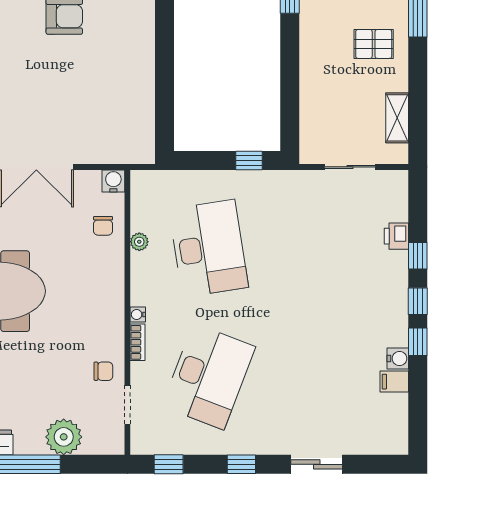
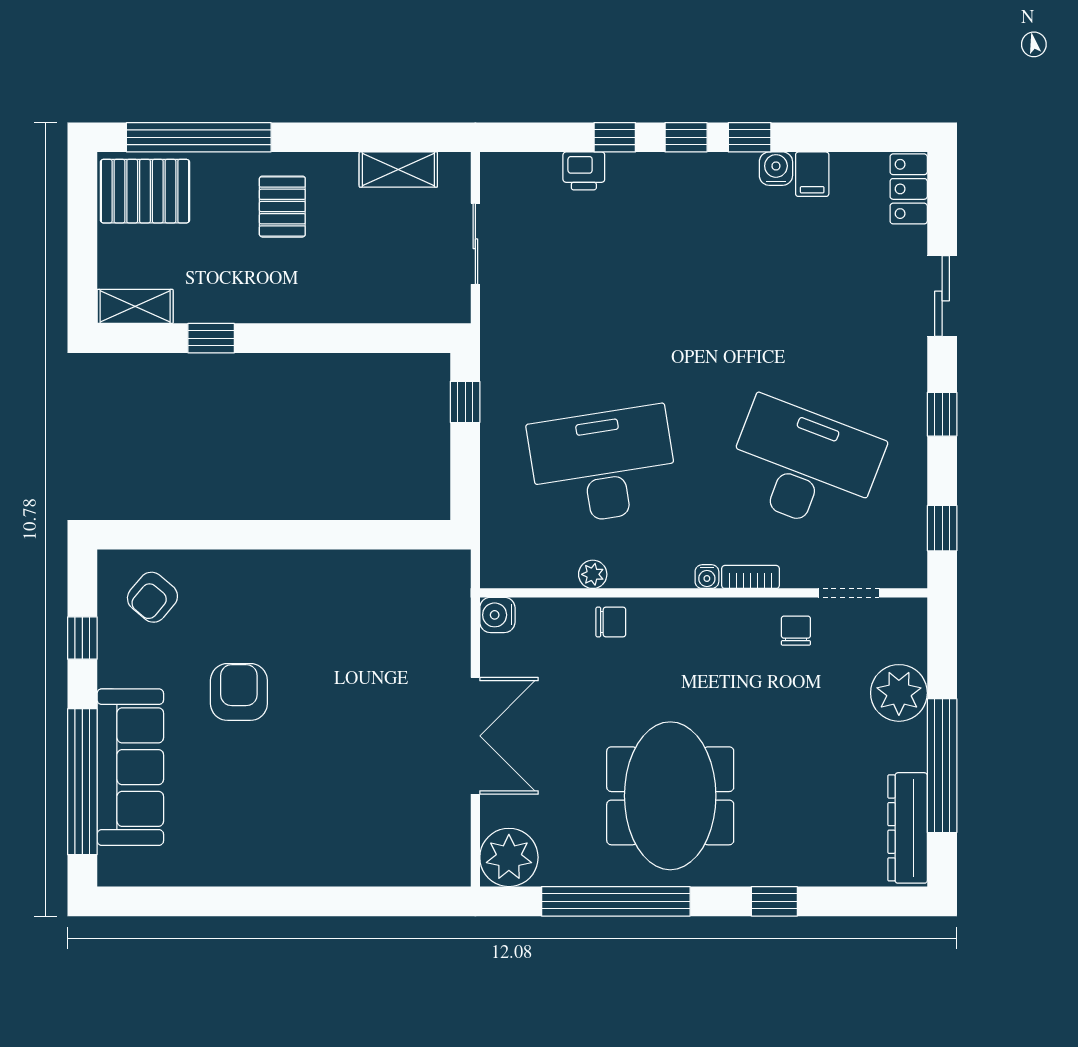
chair: (103, 226) -> (611, 622), moved
locker: (385, 443) -> (909, 189), added

